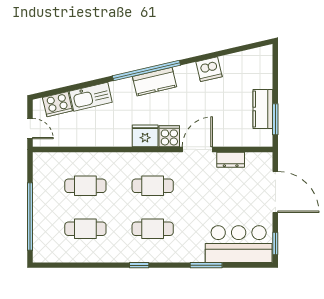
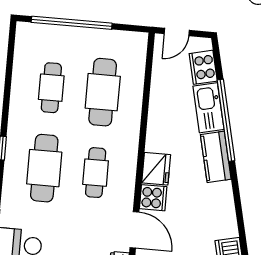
window: (146, 71) -> (226, 120), moved
kitchen counter: (155, 82) -> (216, 157), moved
cafe table: (85, 186) -> (103, 92), width x1.37, depth x1.35
cafe table: (153, 229) -> (44, 168), width x1.37, depth x1.35

